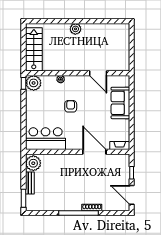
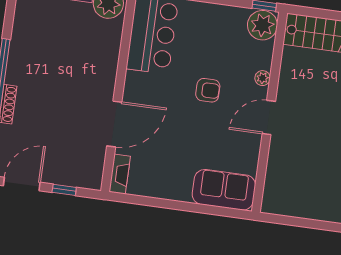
door: (98, 73) -> (269, 118), moved
sofa: (120, 103) -> (224, 190), moved

